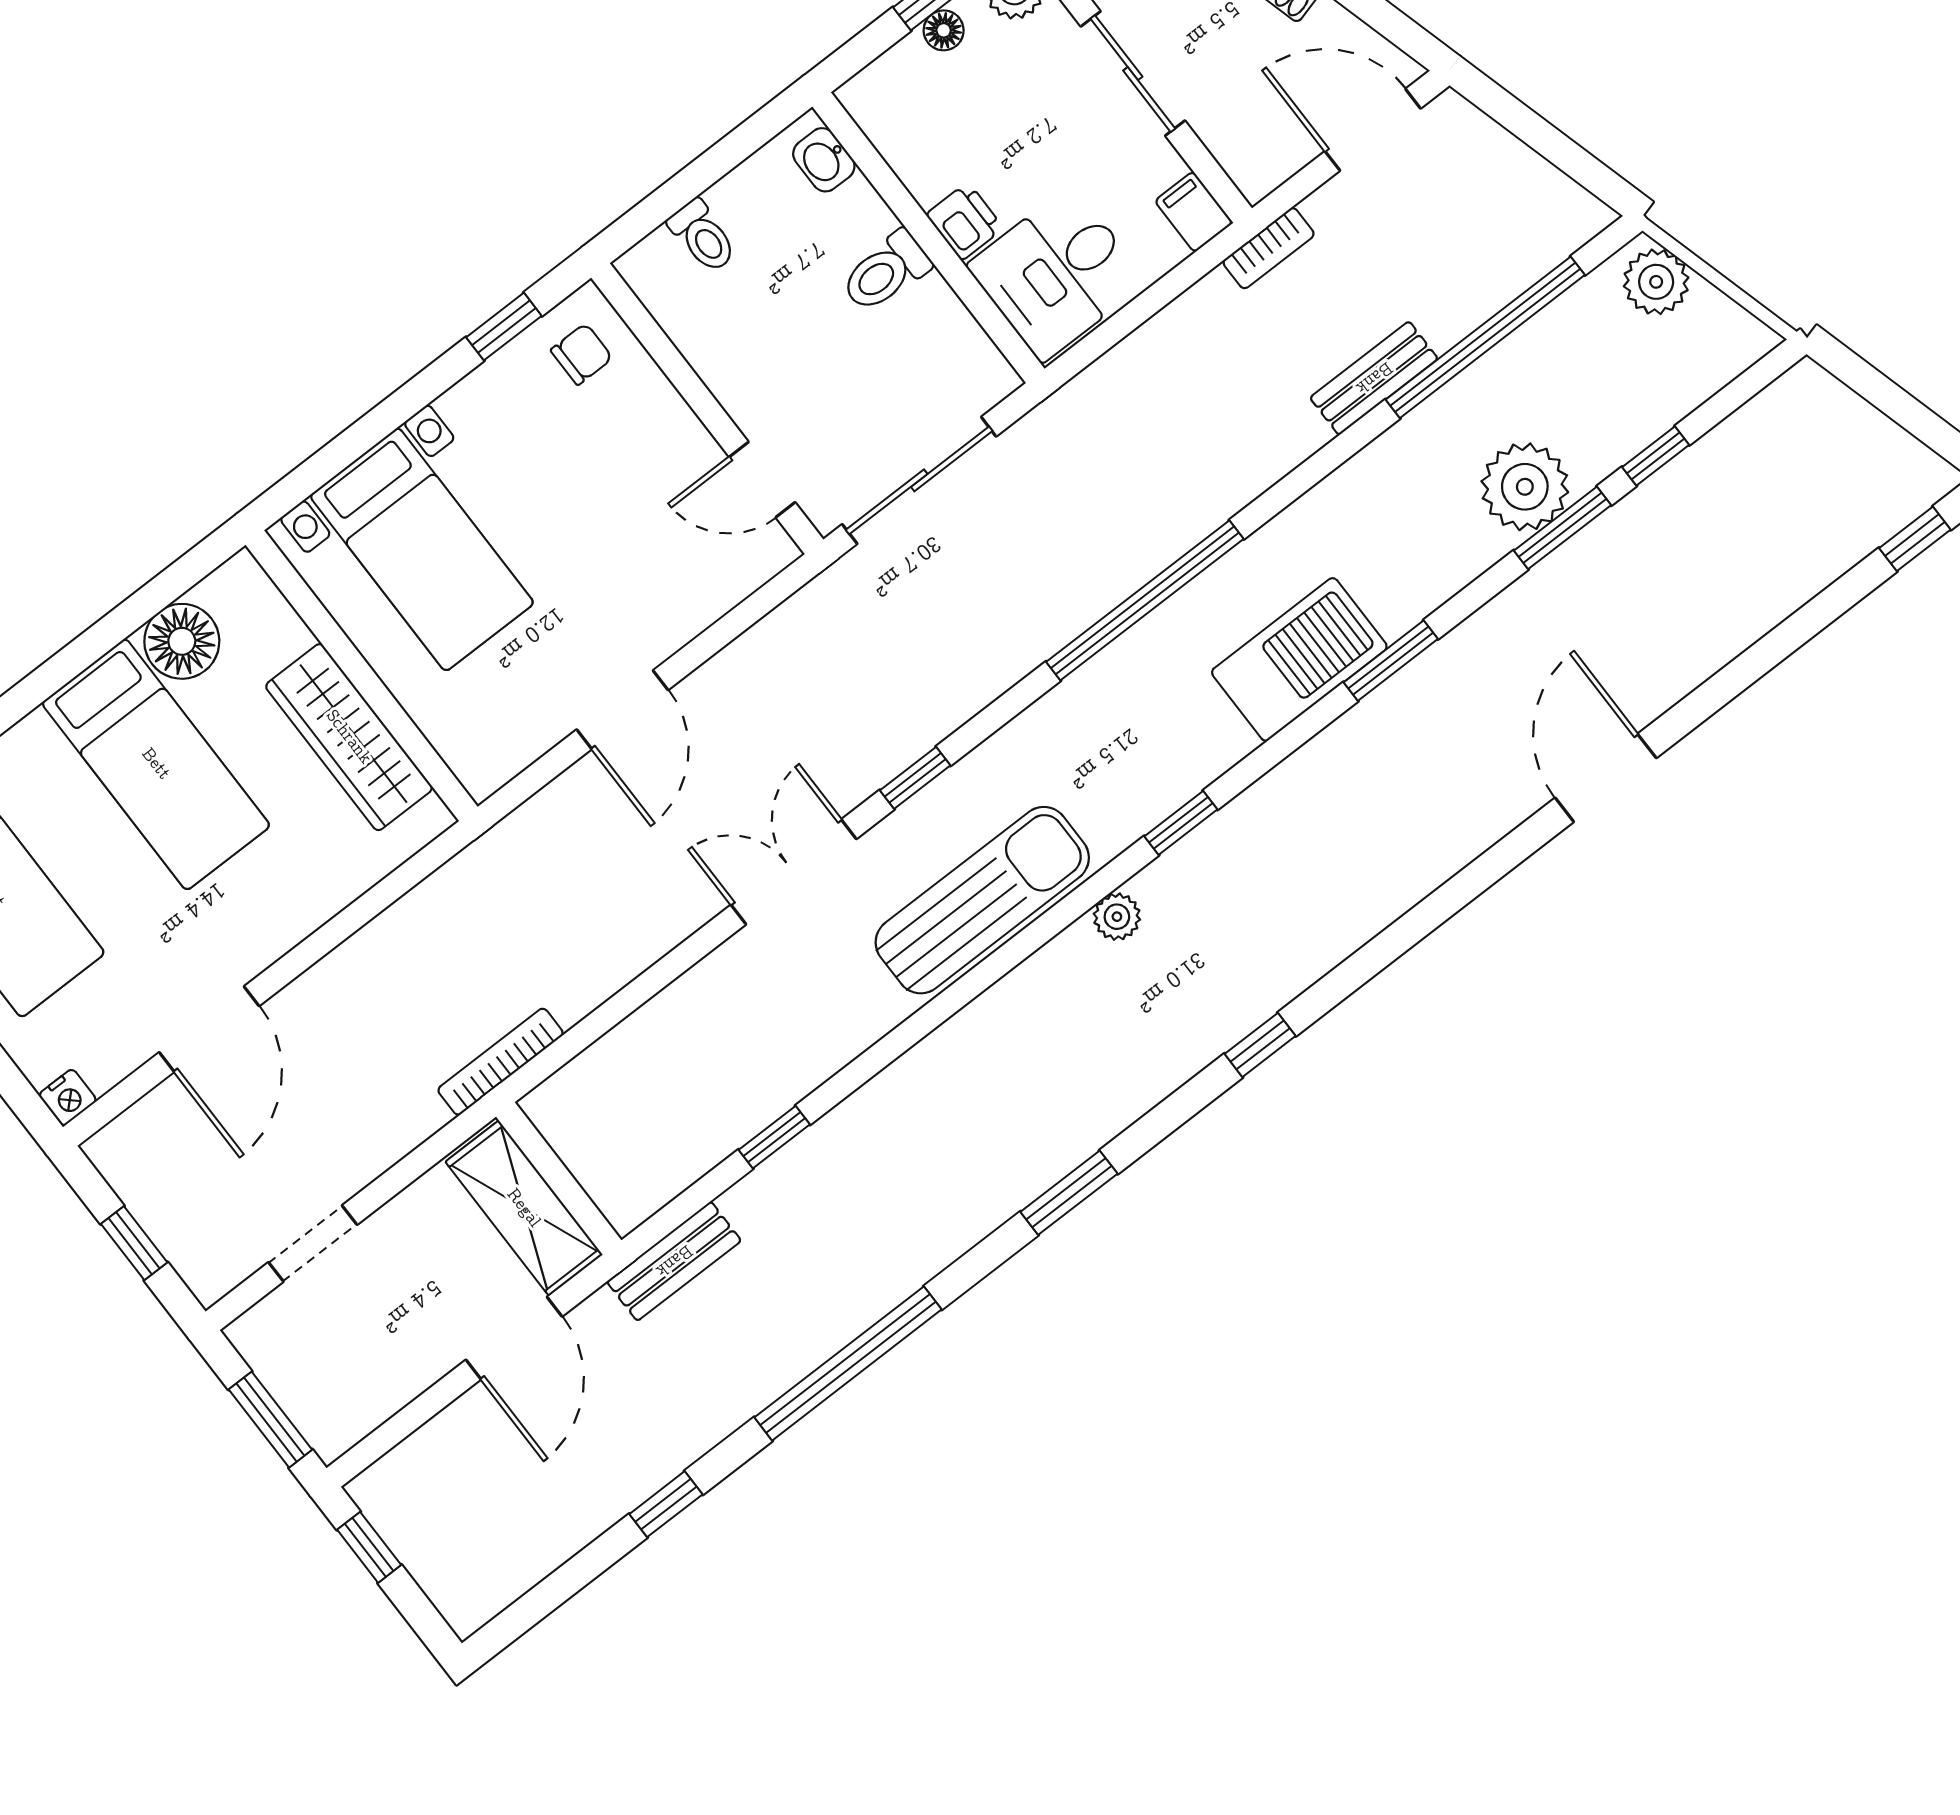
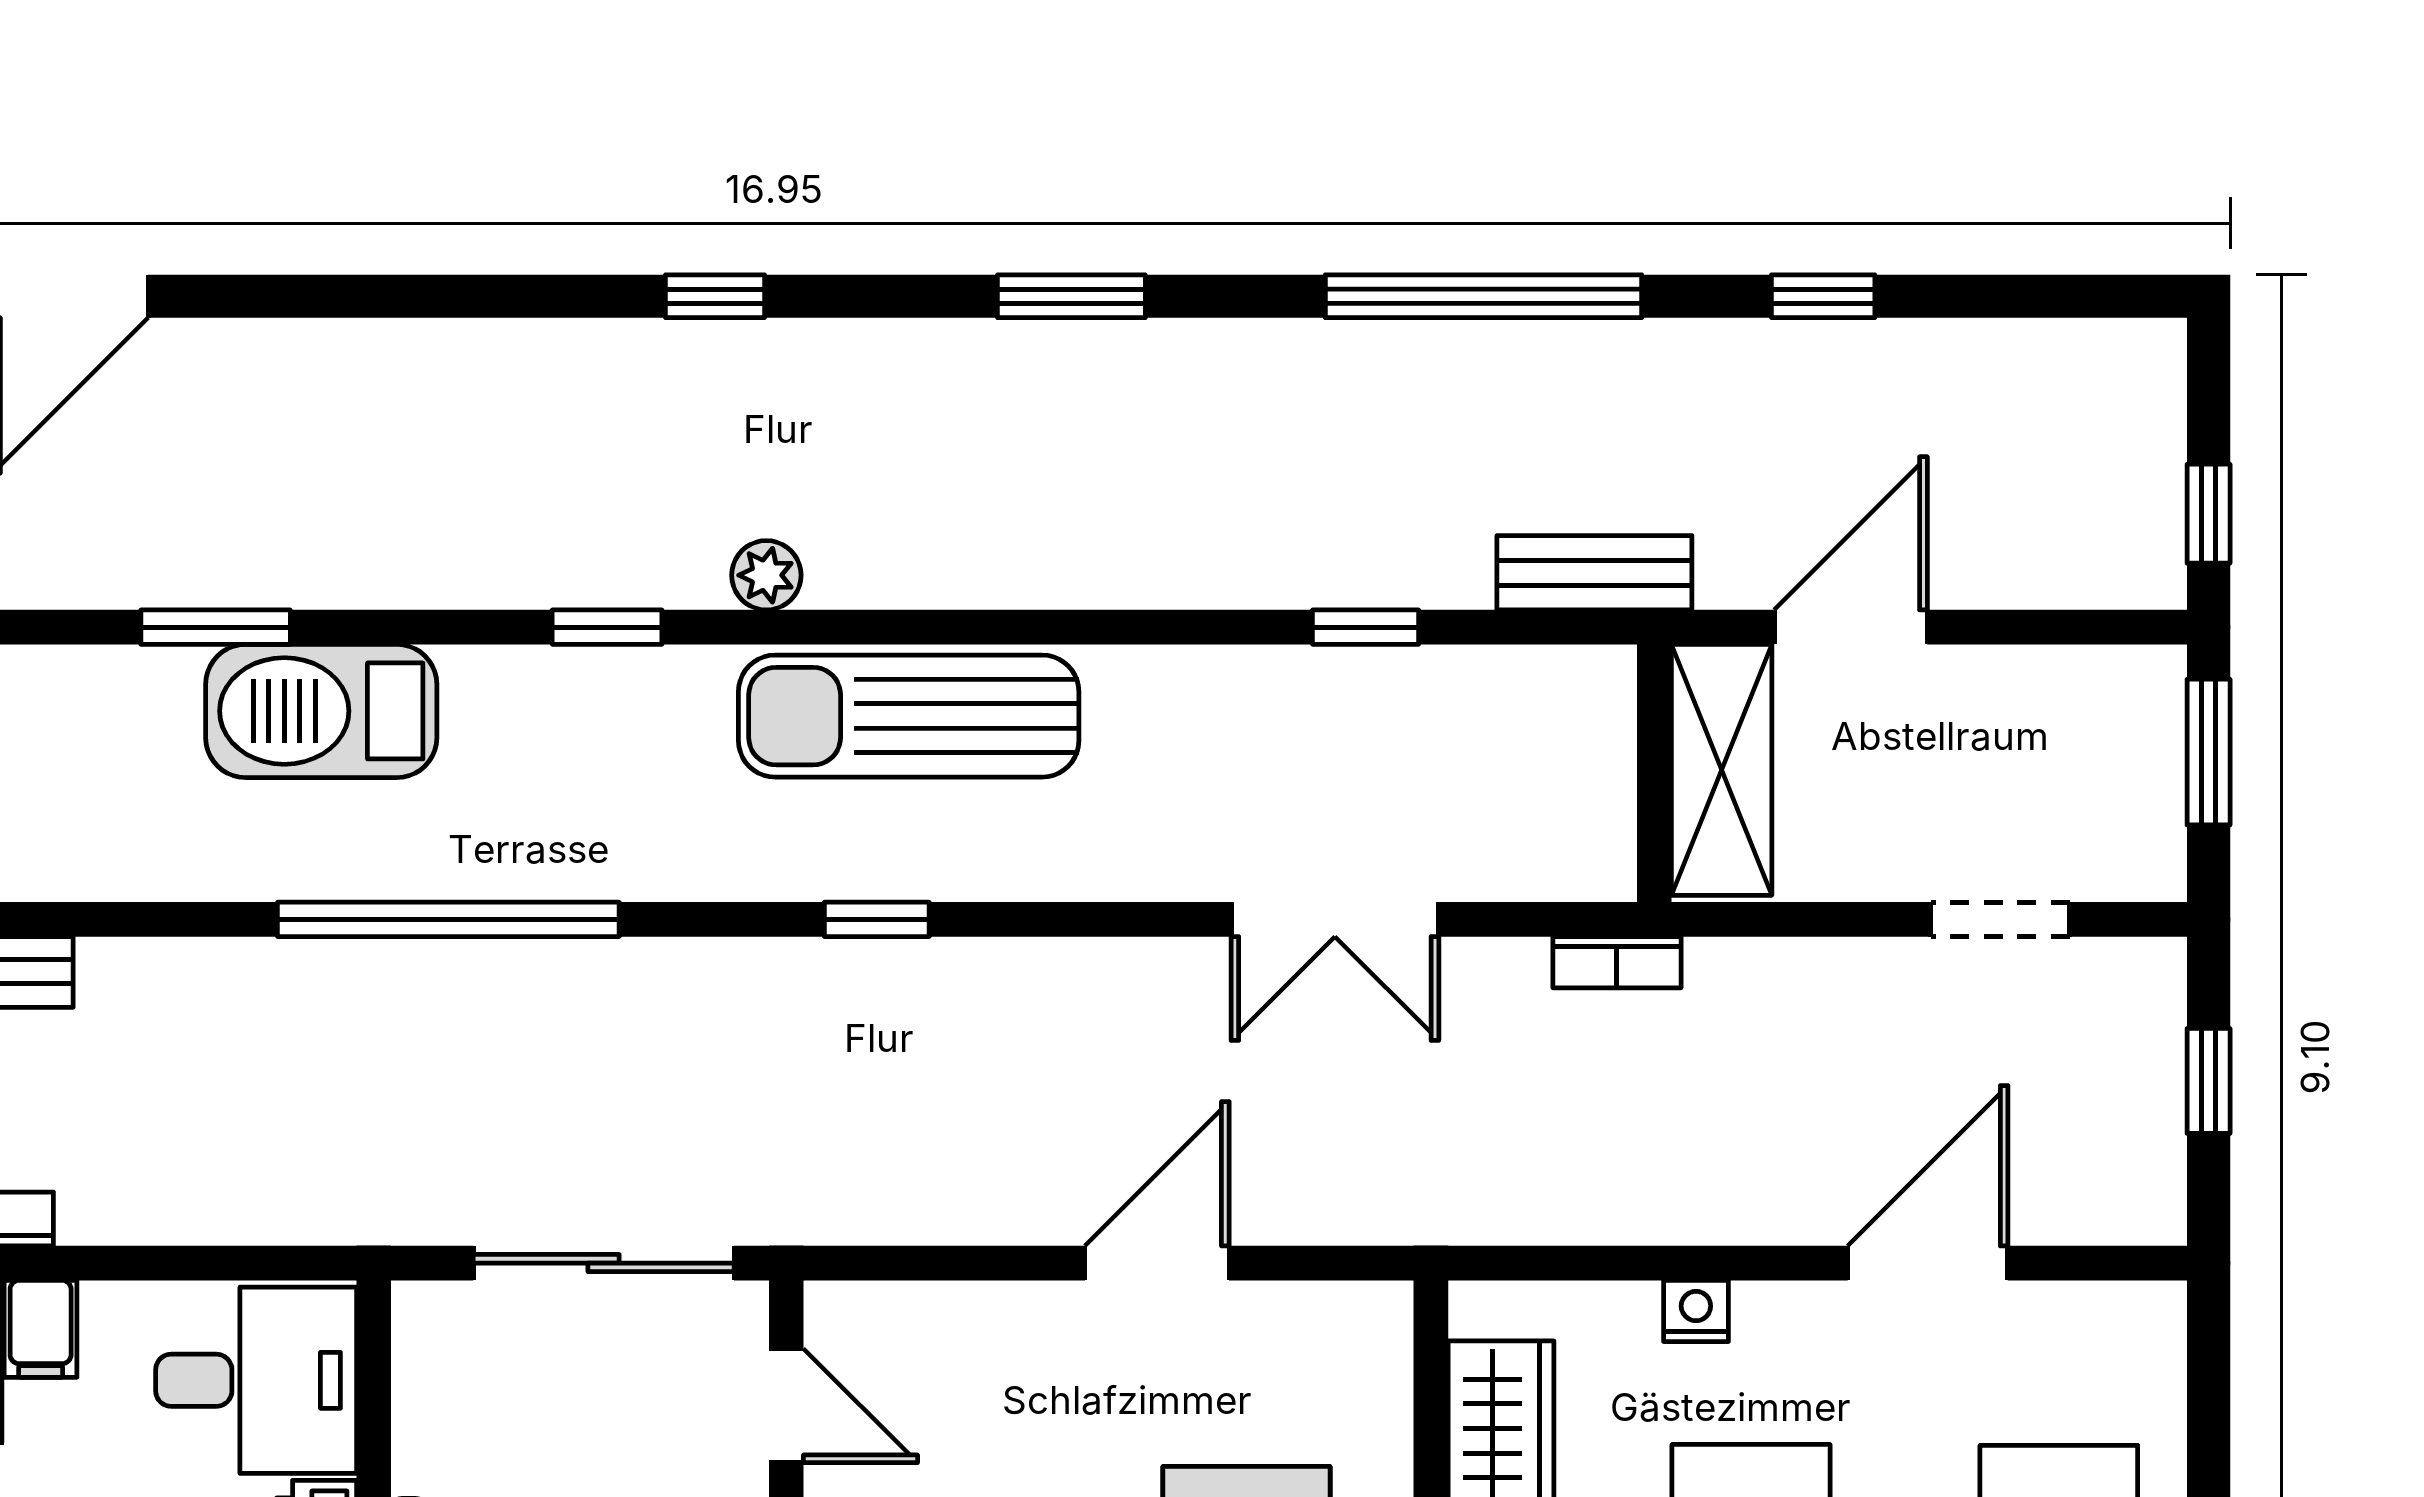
double door: (794, 872) -> (1335, 919), moved
bookcase: (501, 1062) -> (1617, 962), width x0.64
nightstand: (68, 1098) -> (1696, 1311), moved

